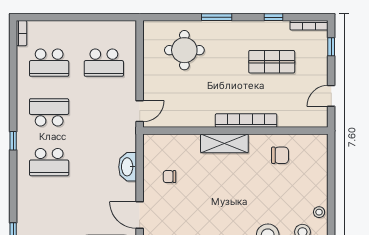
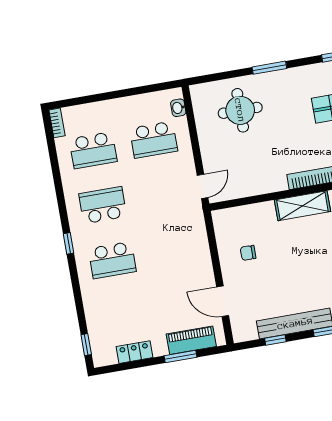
washbasin: (128, 167) -> (178, 108), moved, width x0.52, depth x0.69

